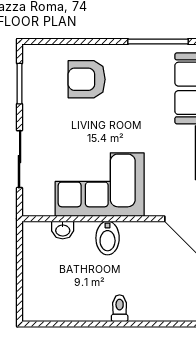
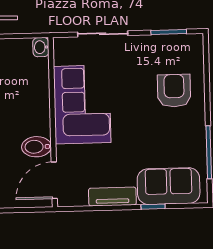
washbasin: (63, 230) -> (41, 47), moved
bidet: (108, 238) -> (36, 147), moved

